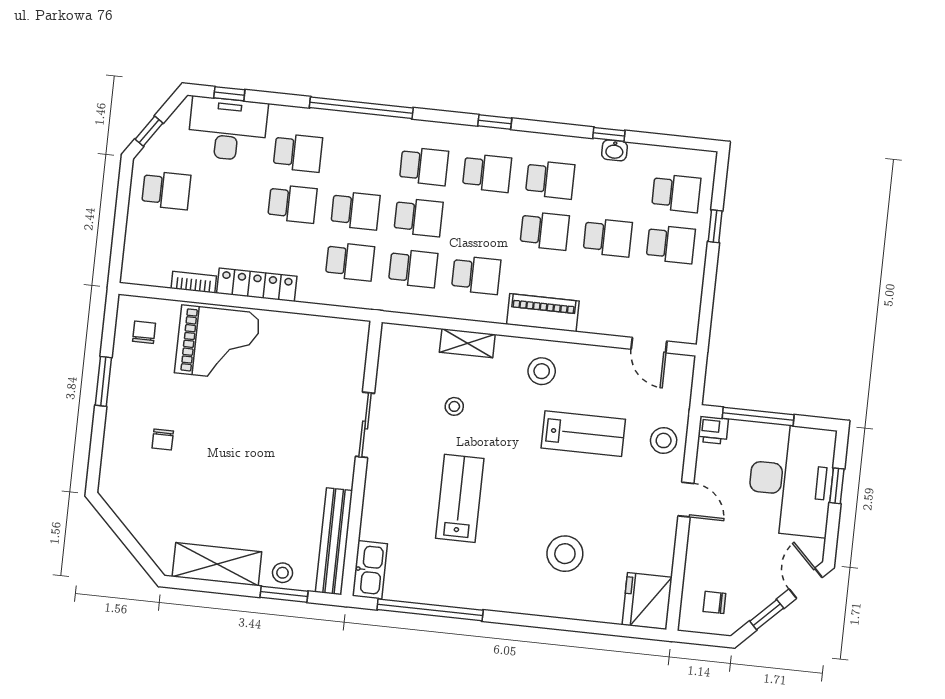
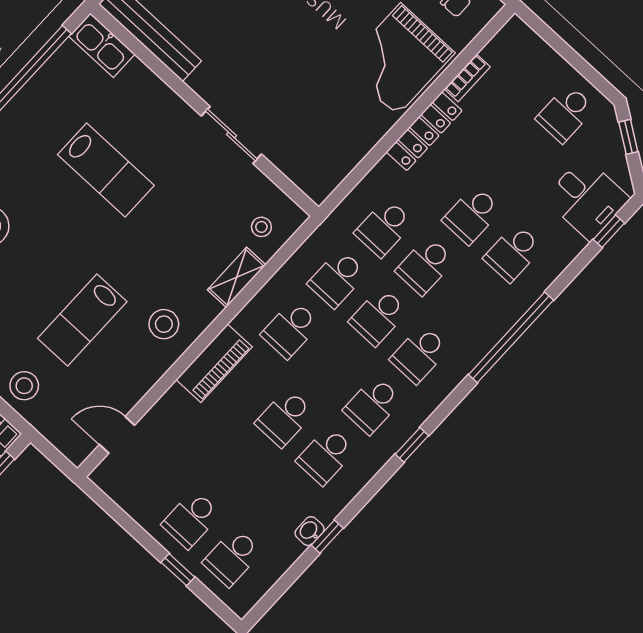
desk: (228, 129) -> (587, 199), width x0.73
school desk: (608, 237) -> (238, 469), removed
stool: (454, 406) -> (261, 227), moved

